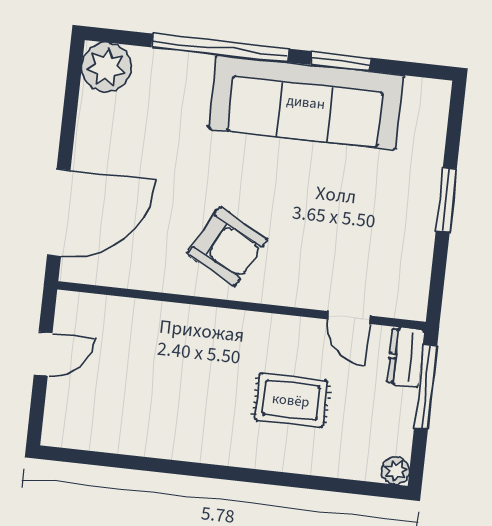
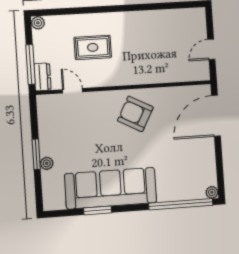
window: (220, 48) -> (181, 204), moved
plant: (107, 67) -> (212, 192), width x0.53, depth x0.53
plant: (428, 177) -> (47, 163), added

